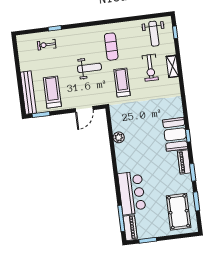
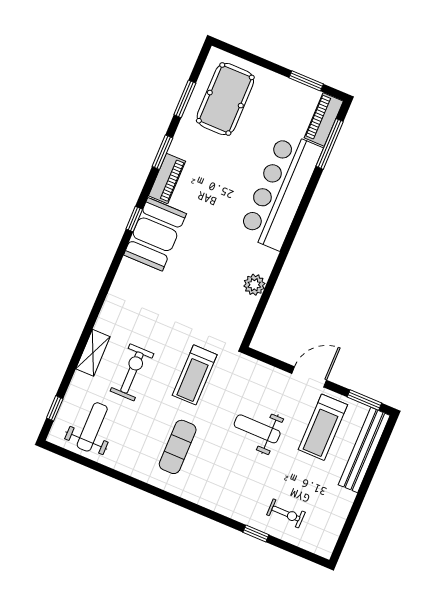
weight bench: (89, 68) -> (257, 429), moved
door: (84, 109) -> (309, 377), moved
bar counter: (132, 193) -> (281, 191), width x1.36

